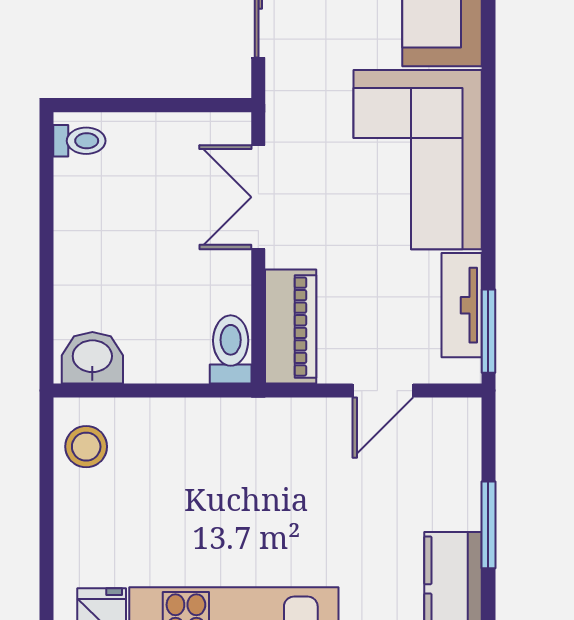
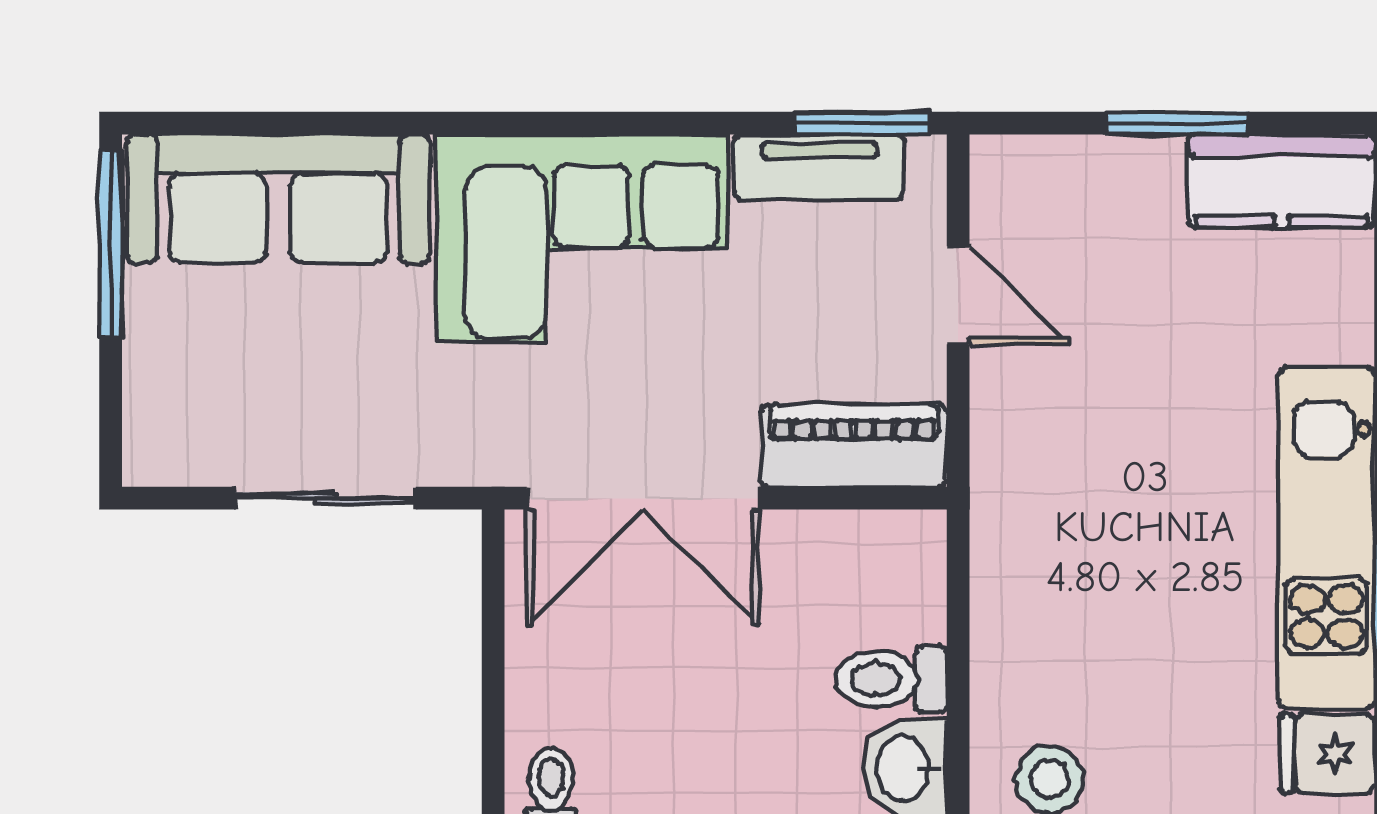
double door: (258, 197) -> (643, 498), width x1.37
toilet: (231, 349) -> (891, 679), moved

